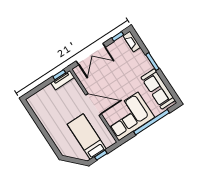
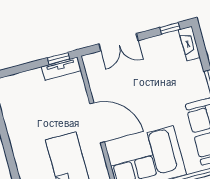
double door: (91, 54) -> (118, 42), width x0.73

